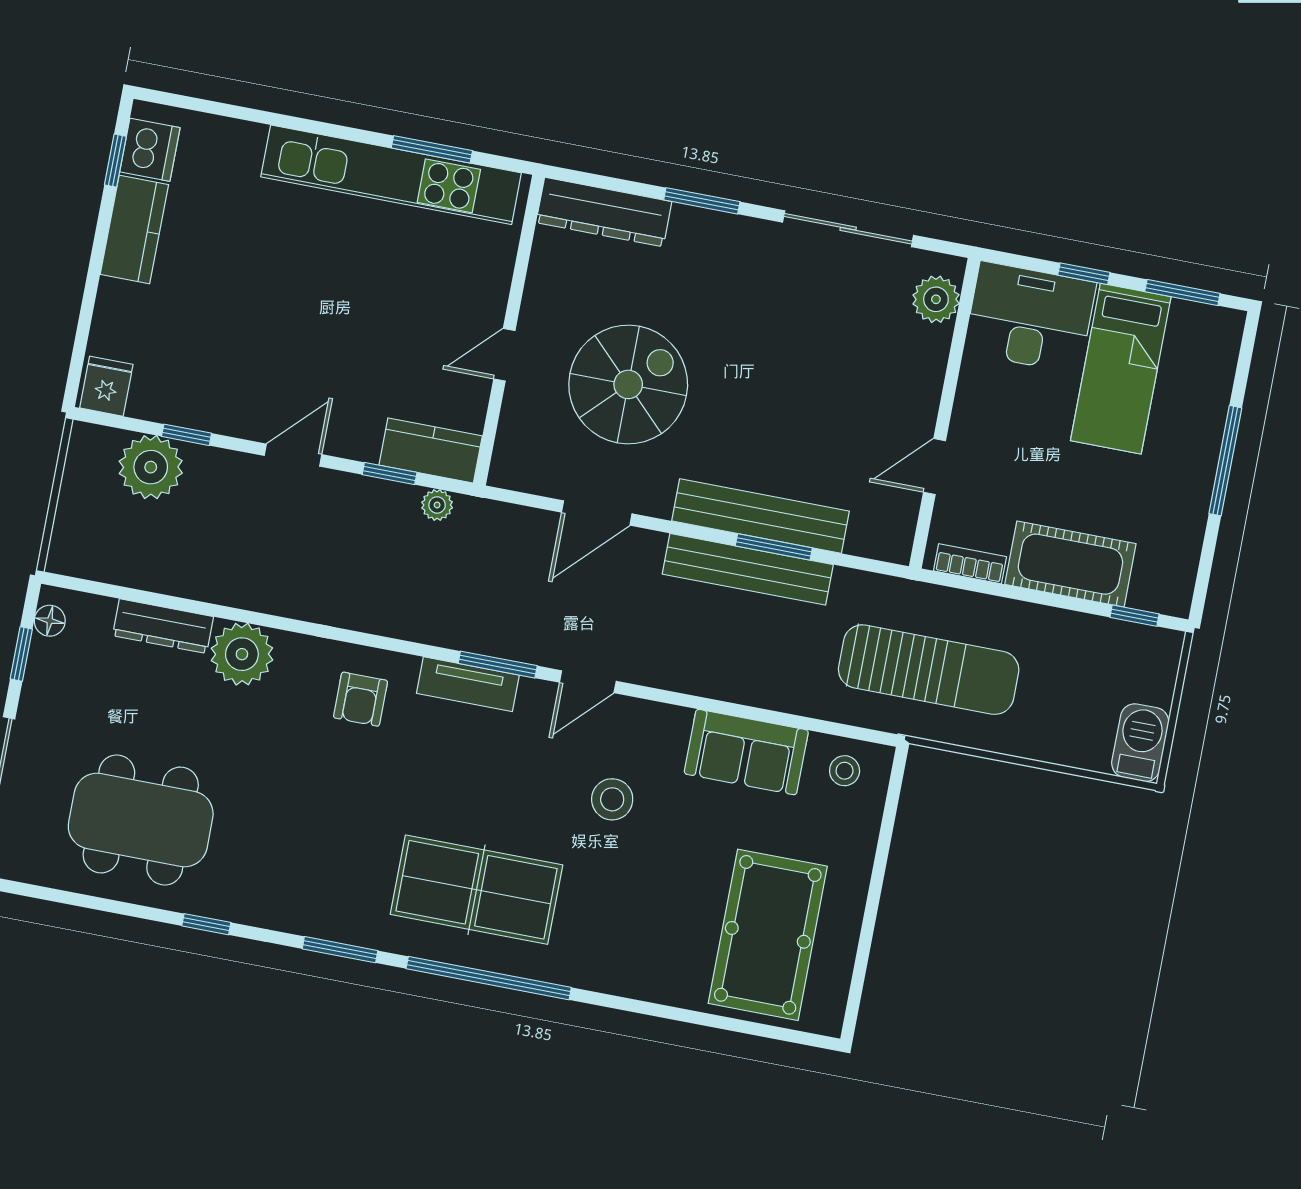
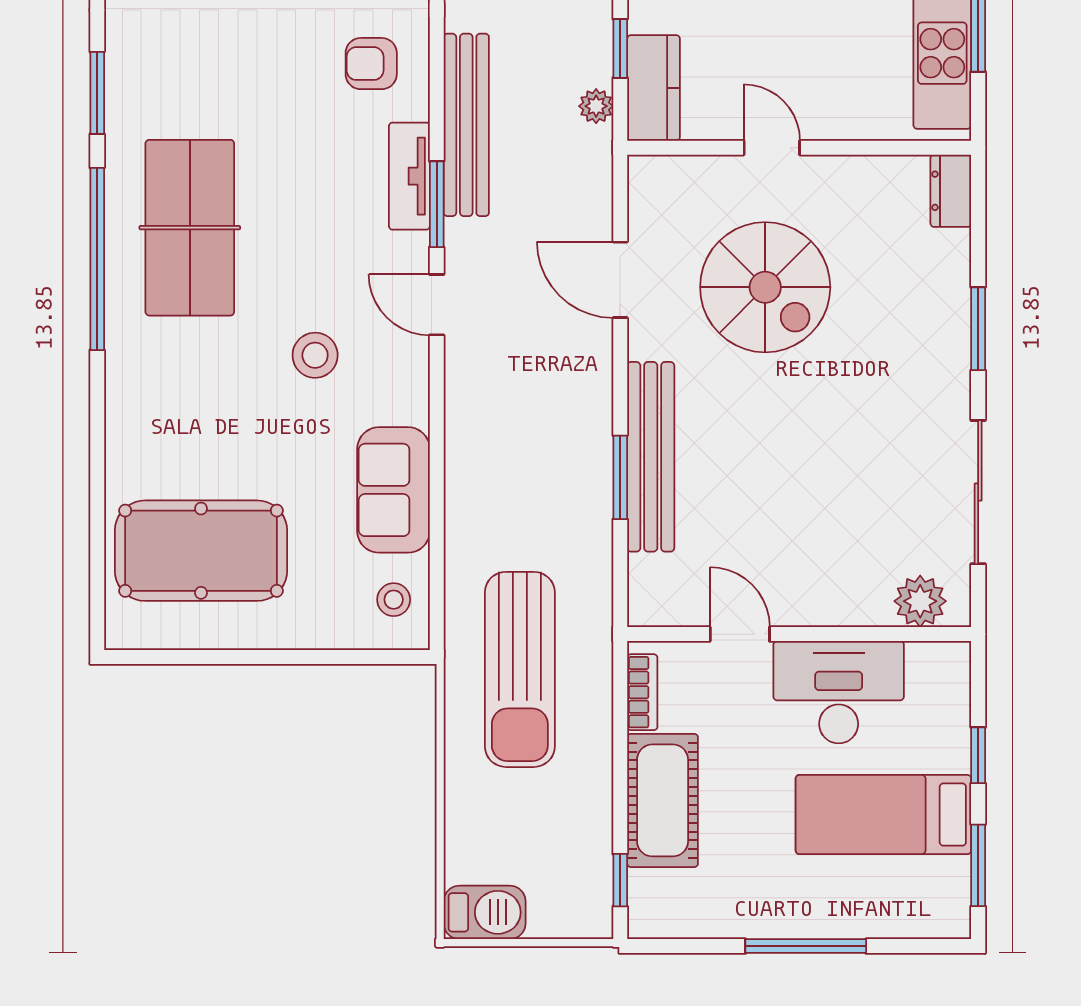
dresser: (604, 212) -> (951, 191), width x0.51, depth x0.80
desk: (1030, 317) -> (839, 692), moved, turned -90
bench: (748, 569) -> (466, 125), moved

